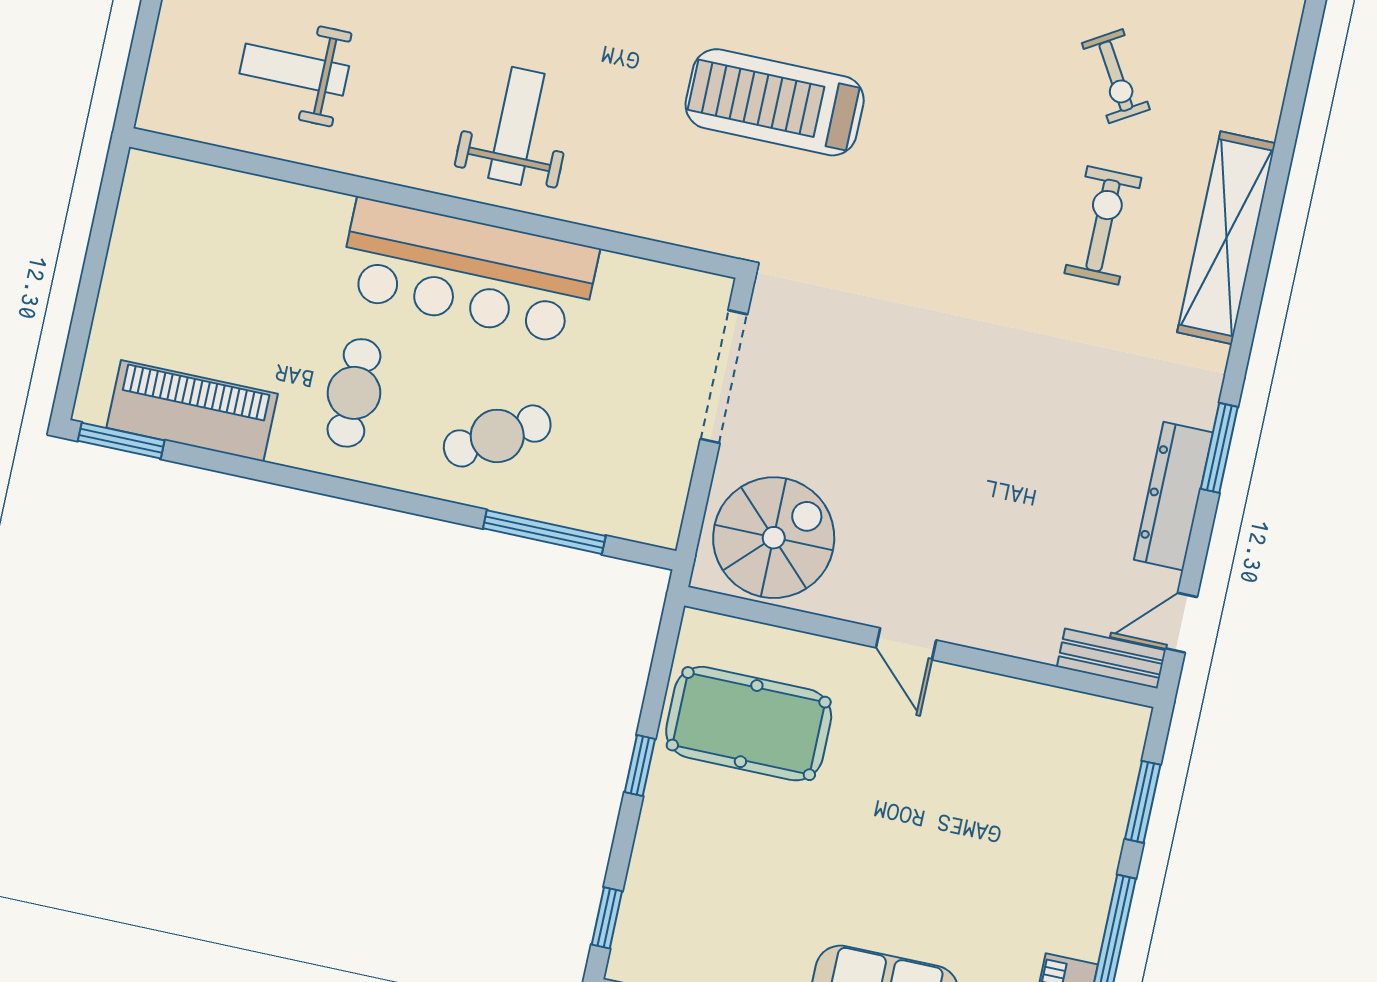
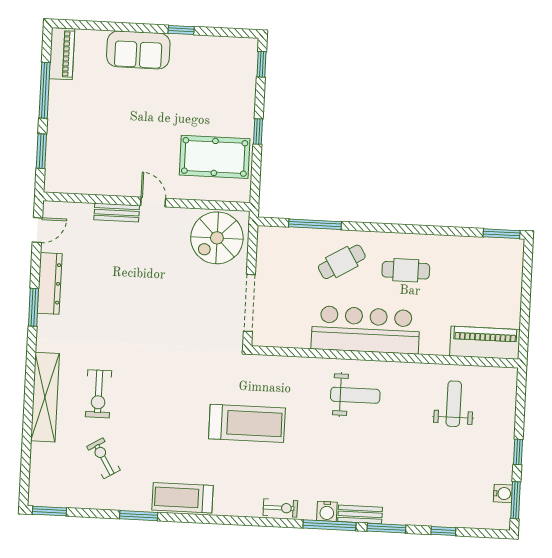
weight bench: (294, 70) -> (454, 404), turned -90
weight bench: (516, 126) -> (355, 395), turned -90
cafe table: (354, 393) -> (406, 270), turned 90
piano: (192, 411) -> (485, 343), moved, turned 180
bench: (1111, 658) -> (117, 213), moved

